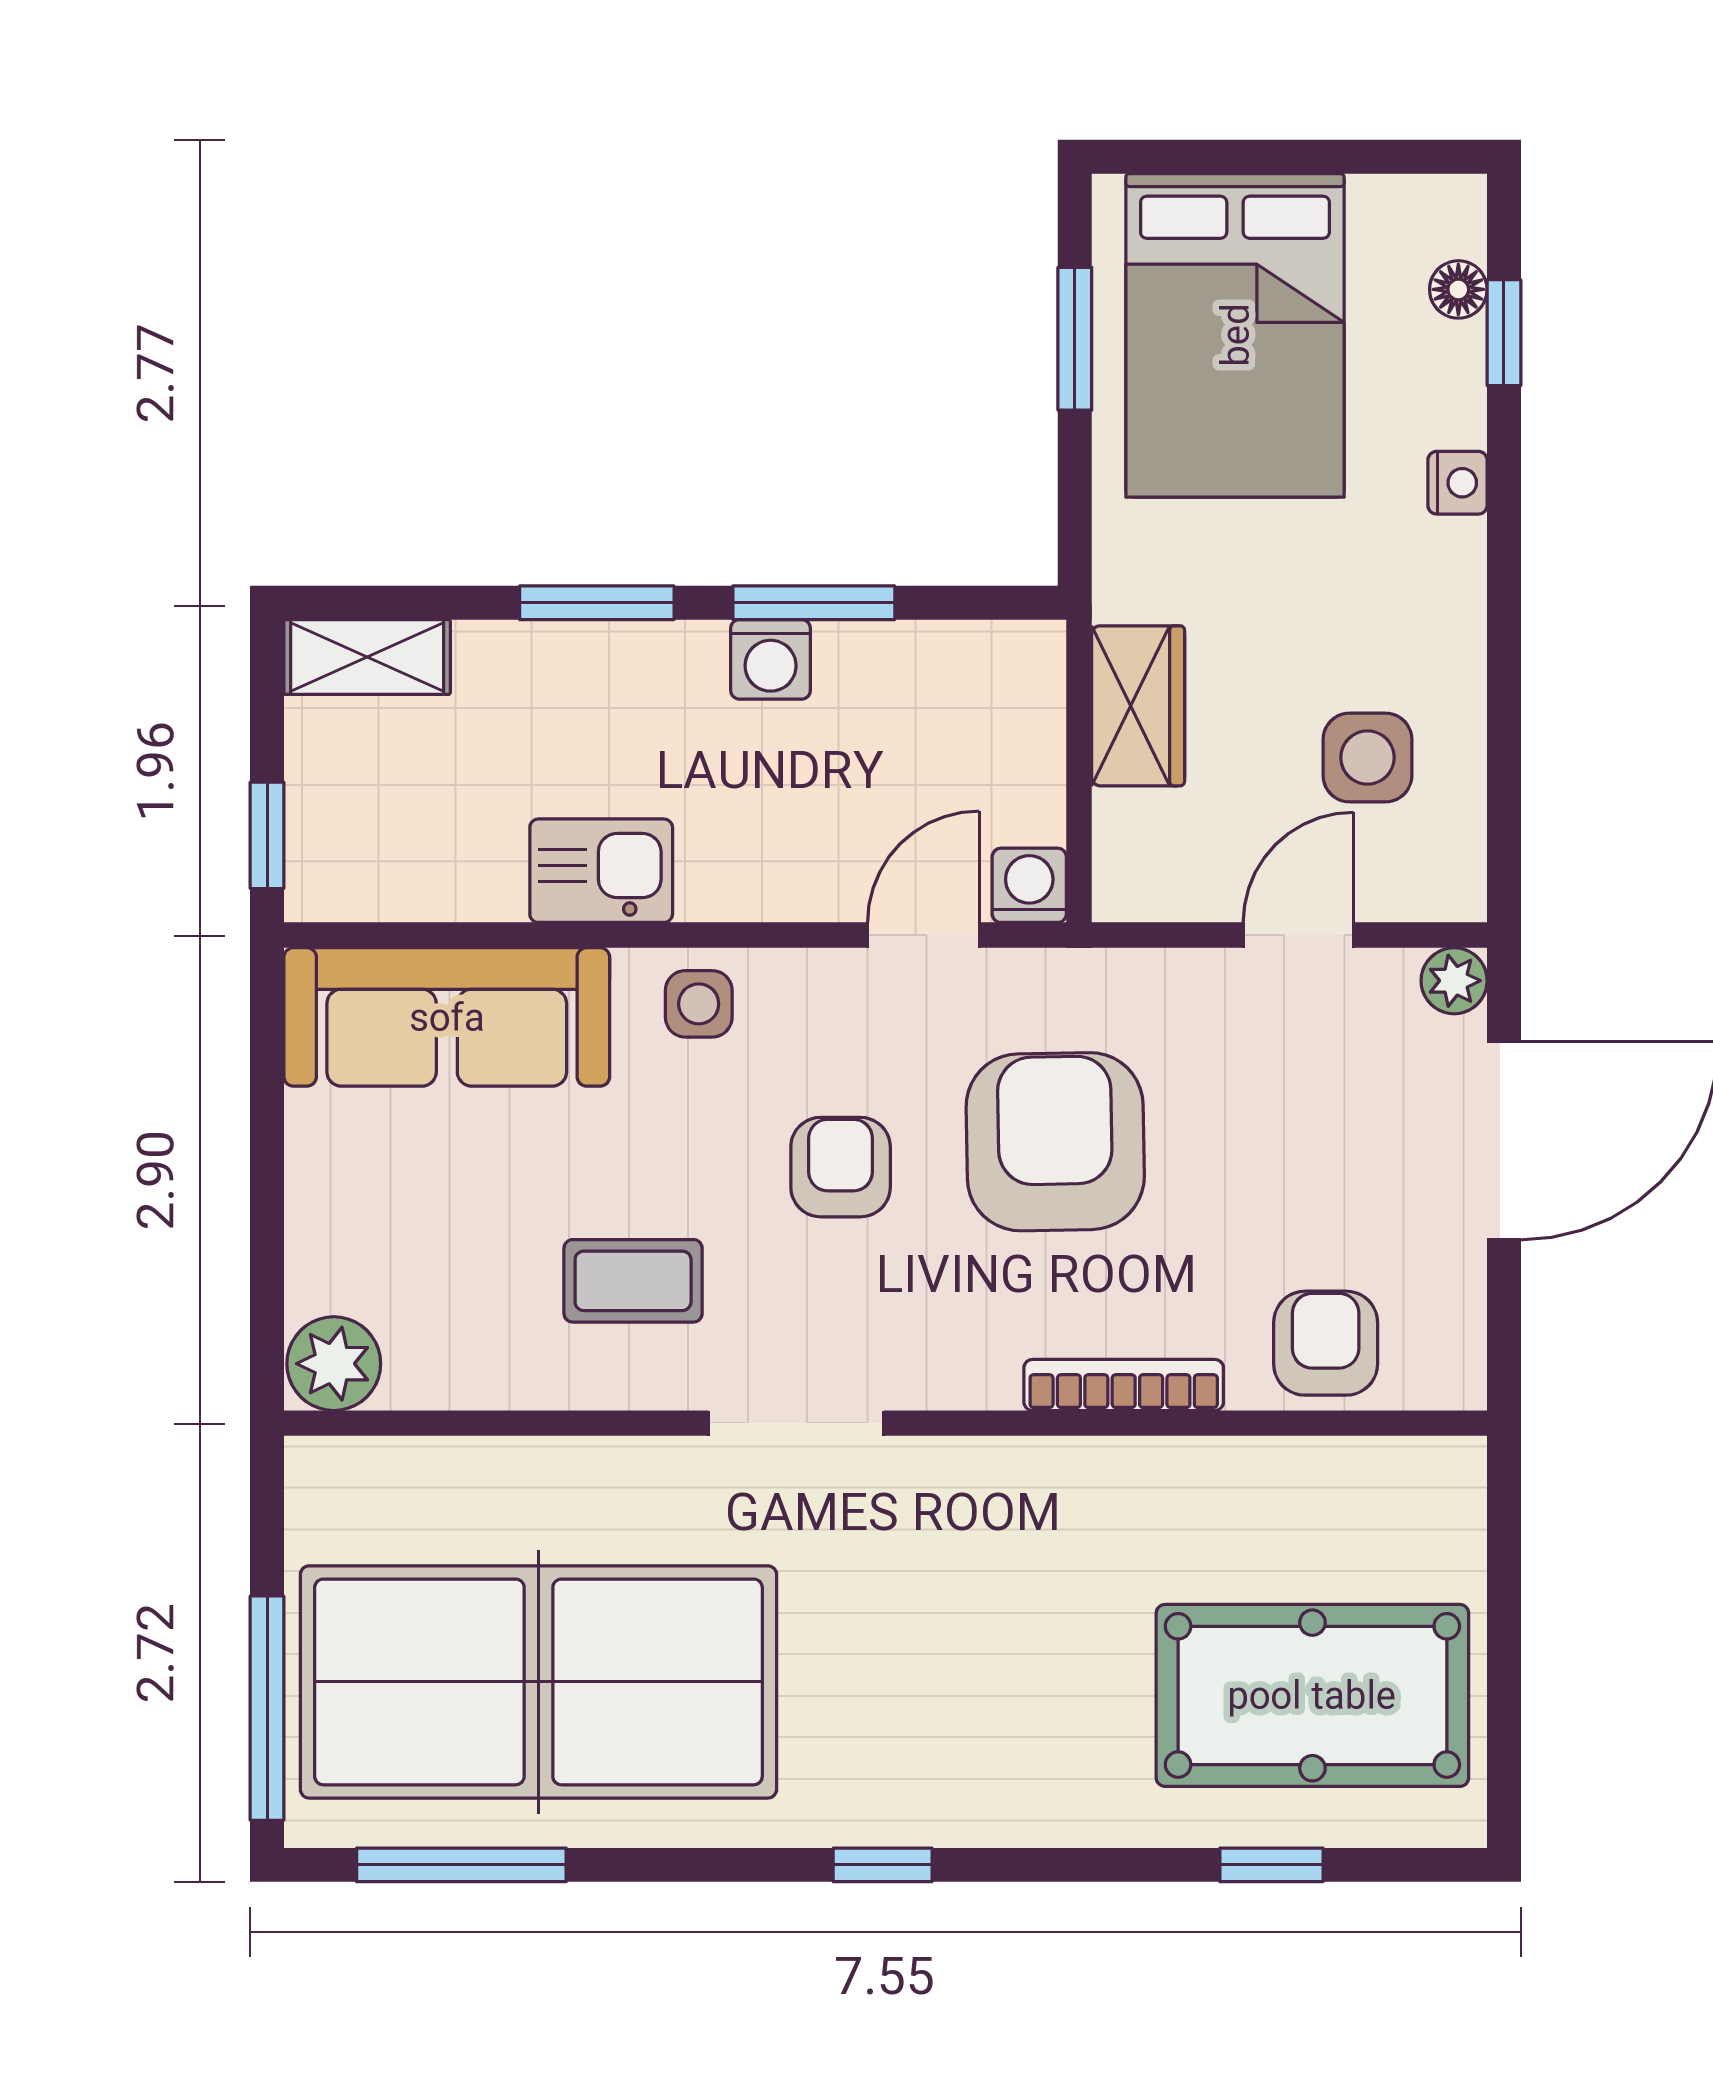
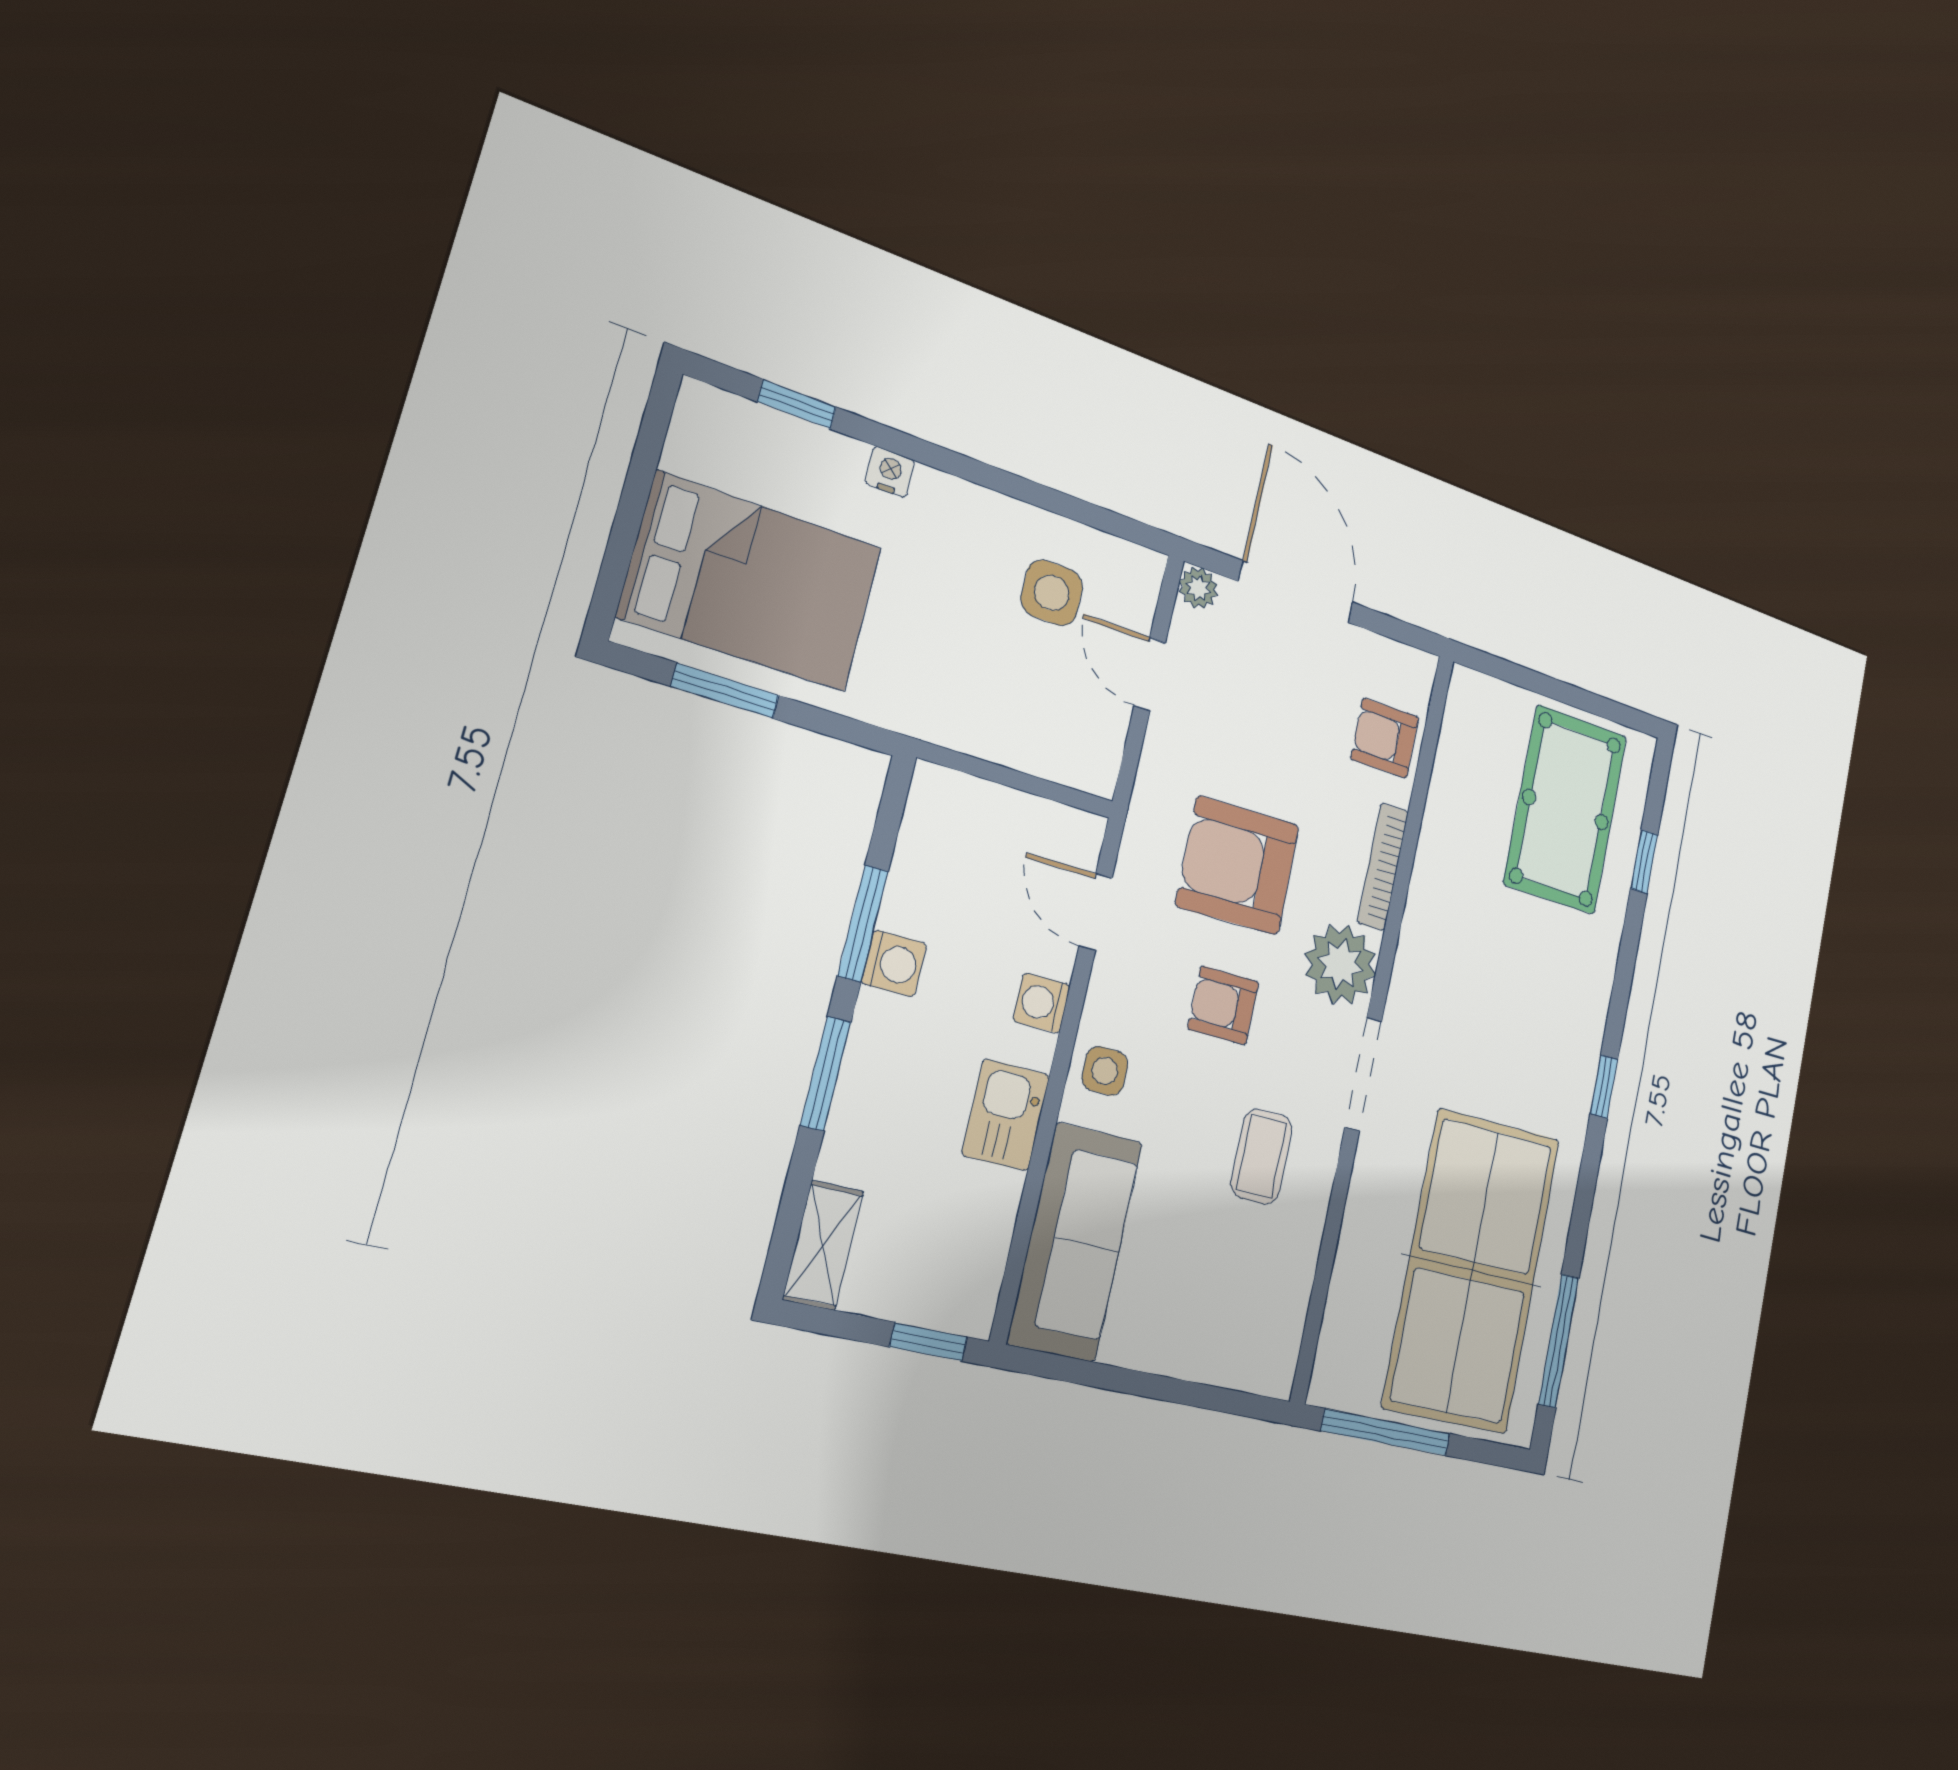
floor lamp: (1458, 289) -> (759, 423), removed
wardrobe: (1138, 706) -> (984, 728), removed
washing machine: (1029, 885) -> (1042, 1003), moved
plant: (334, 1364) -> (1341, 964), moved, width x1.36, depth x1.36
window: (267, 1708) -> (1386, 1432), moved

